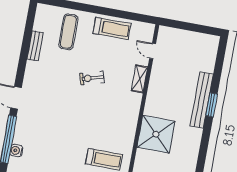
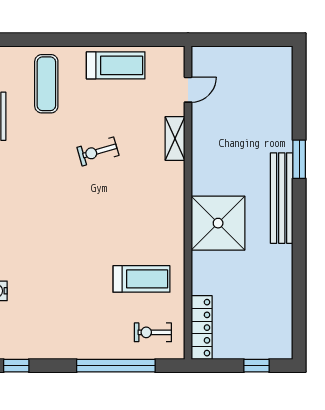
door: (153, 51) -> (188, 90), swing flipped
bench: (202, 100) -> (282, 198), moved

